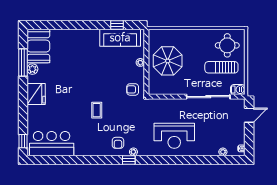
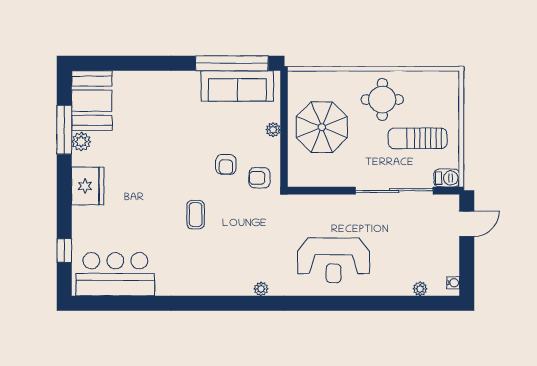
window: (117, 25) -> (232, 63), width x3.17
round table: (227, 45) -> (382, 99), moved
window: (23, 141) -> (64, 250), moved
armchair: (118, 143) -> (226, 164), moved
window: (129, 160) -> (253, 303), removed

